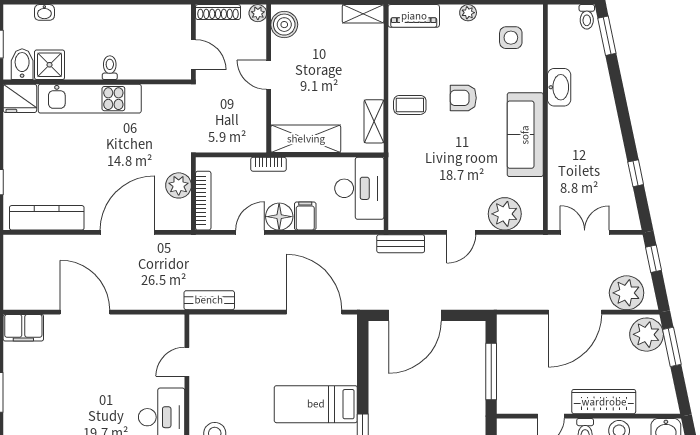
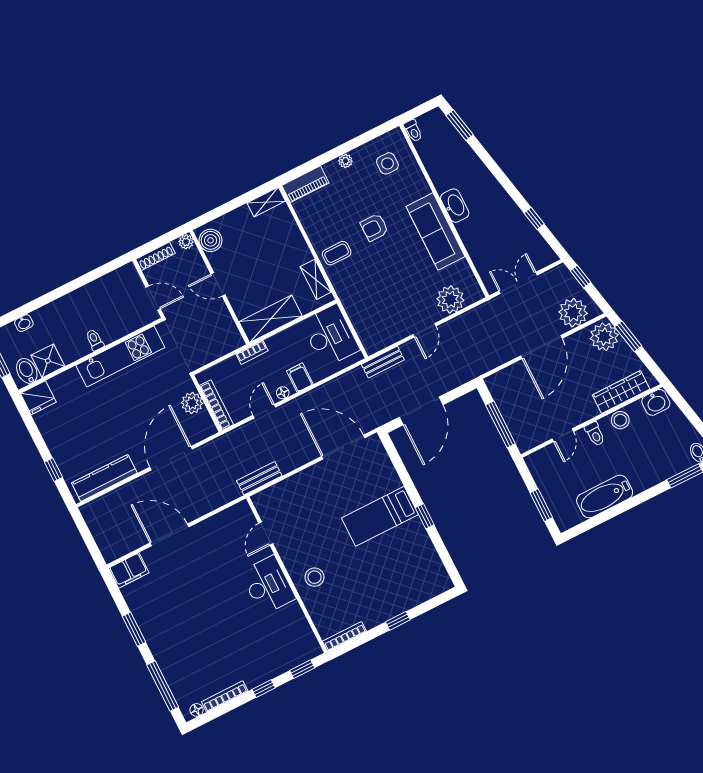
toilet: (587, 17) -> (413, 131), moved
washbasin: (559, 87) -> (455, 206), moved
kitchen unit: (90, 99) -> (120, 356), moved
floor lamp: (279, 217) -> (283, 393), width x0.53, depth x0.53
wardrobe: (604, 402) -> (621, 392), moved

